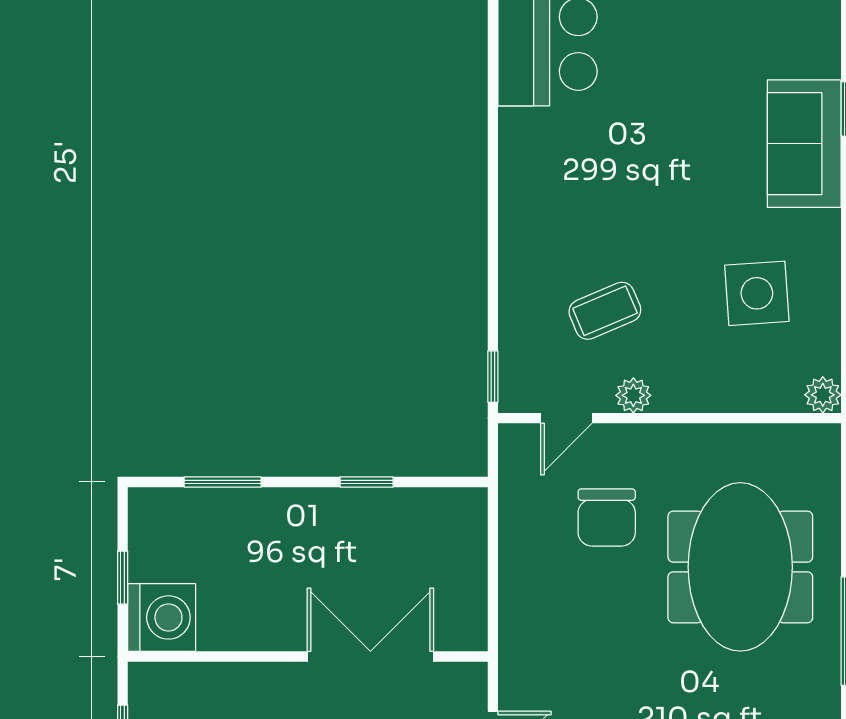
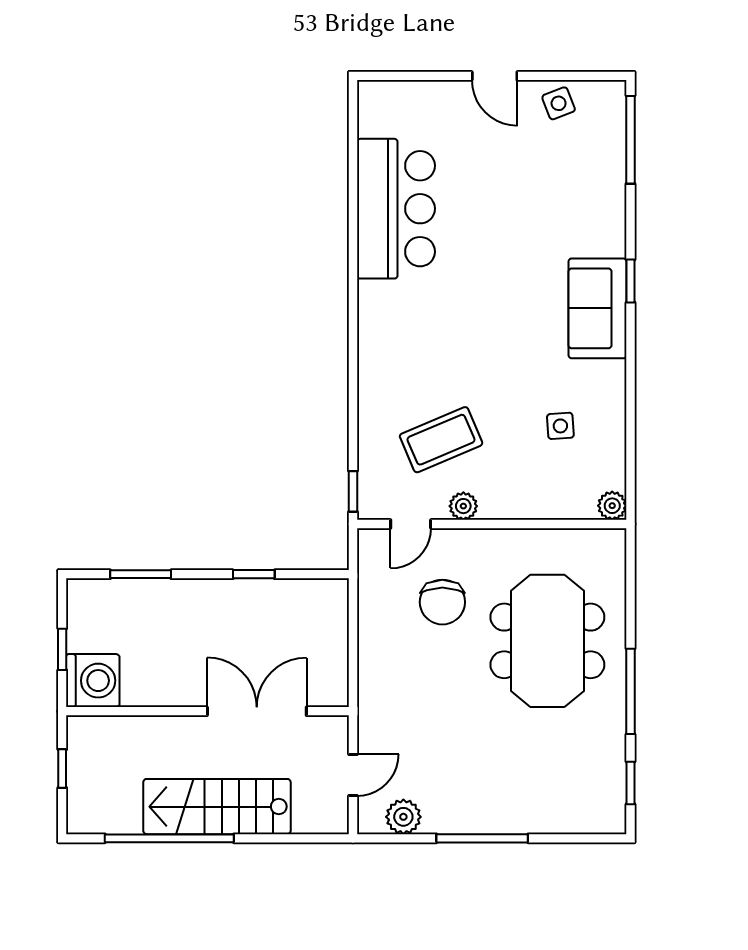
side table: (757, 293) -> (560, 426), width x0.54, depth x0.54
coffee table: (605, 311) -> (441, 440), width x1.36, depth x1.30

